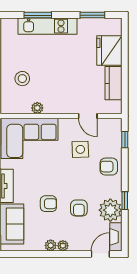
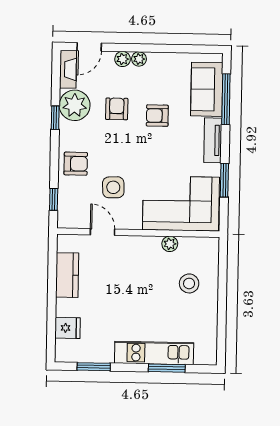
fridge: (109, 51) -> (68, 328), width x0.53, depth x0.75
plant: (51, 245) -> (123, 59), moved

